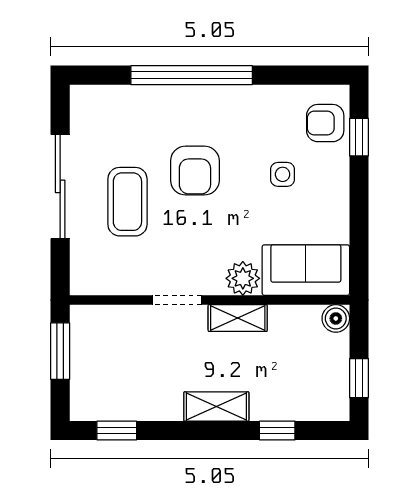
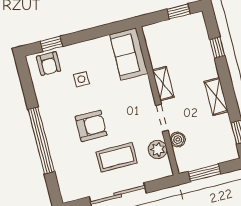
plant: (243, 278) -> (158, 149), moved
boiler: (336, 318) -> (178, 140), moved
shelving: (216, 406) -> (216, 97), moved

